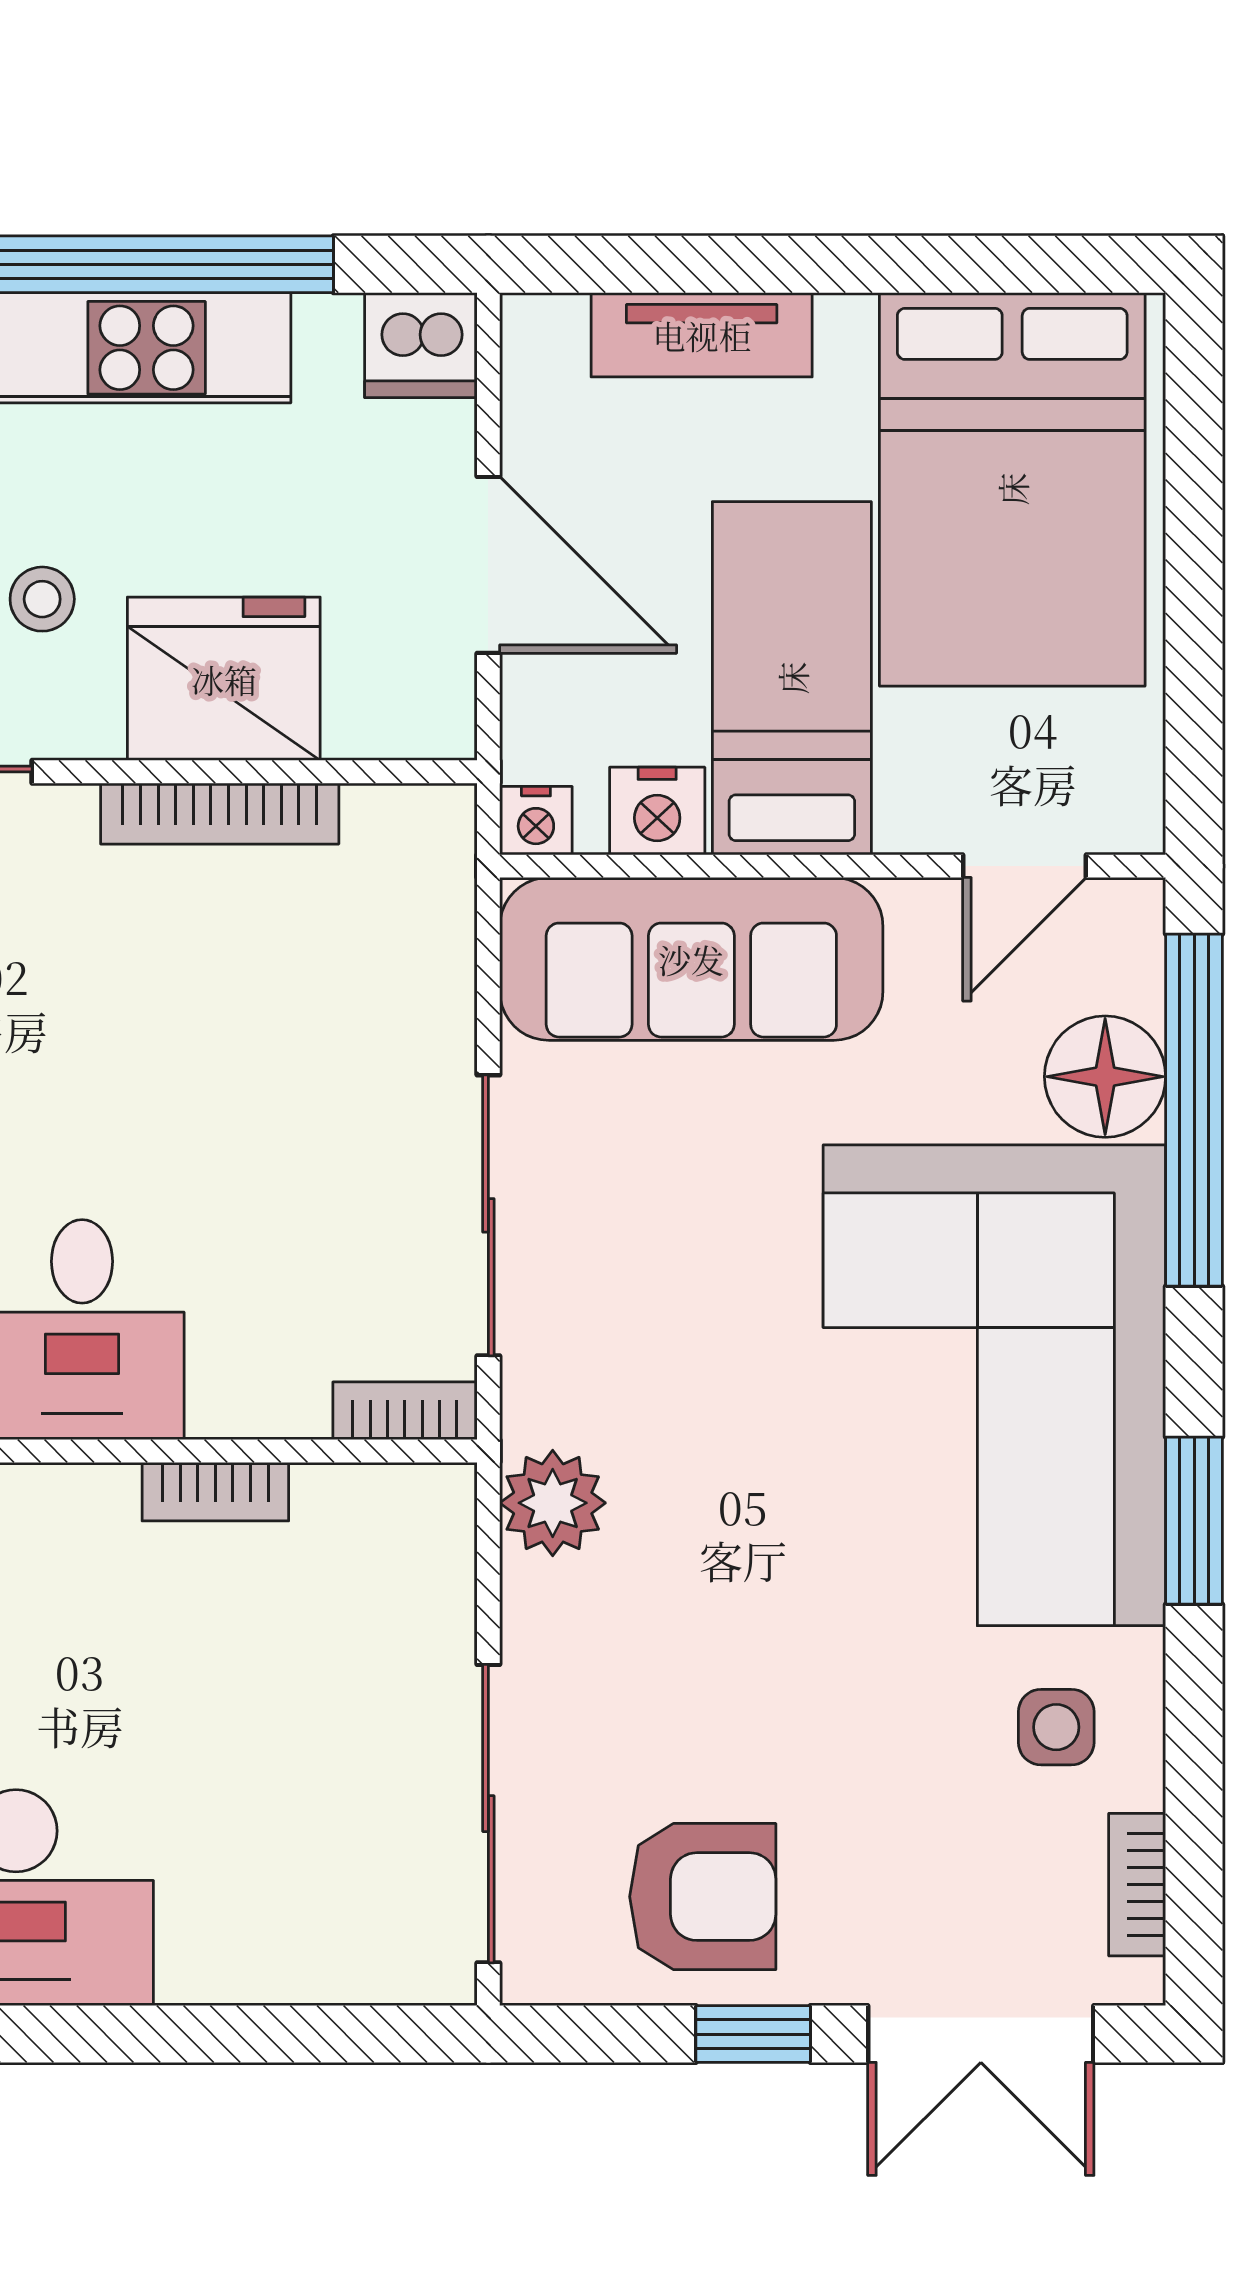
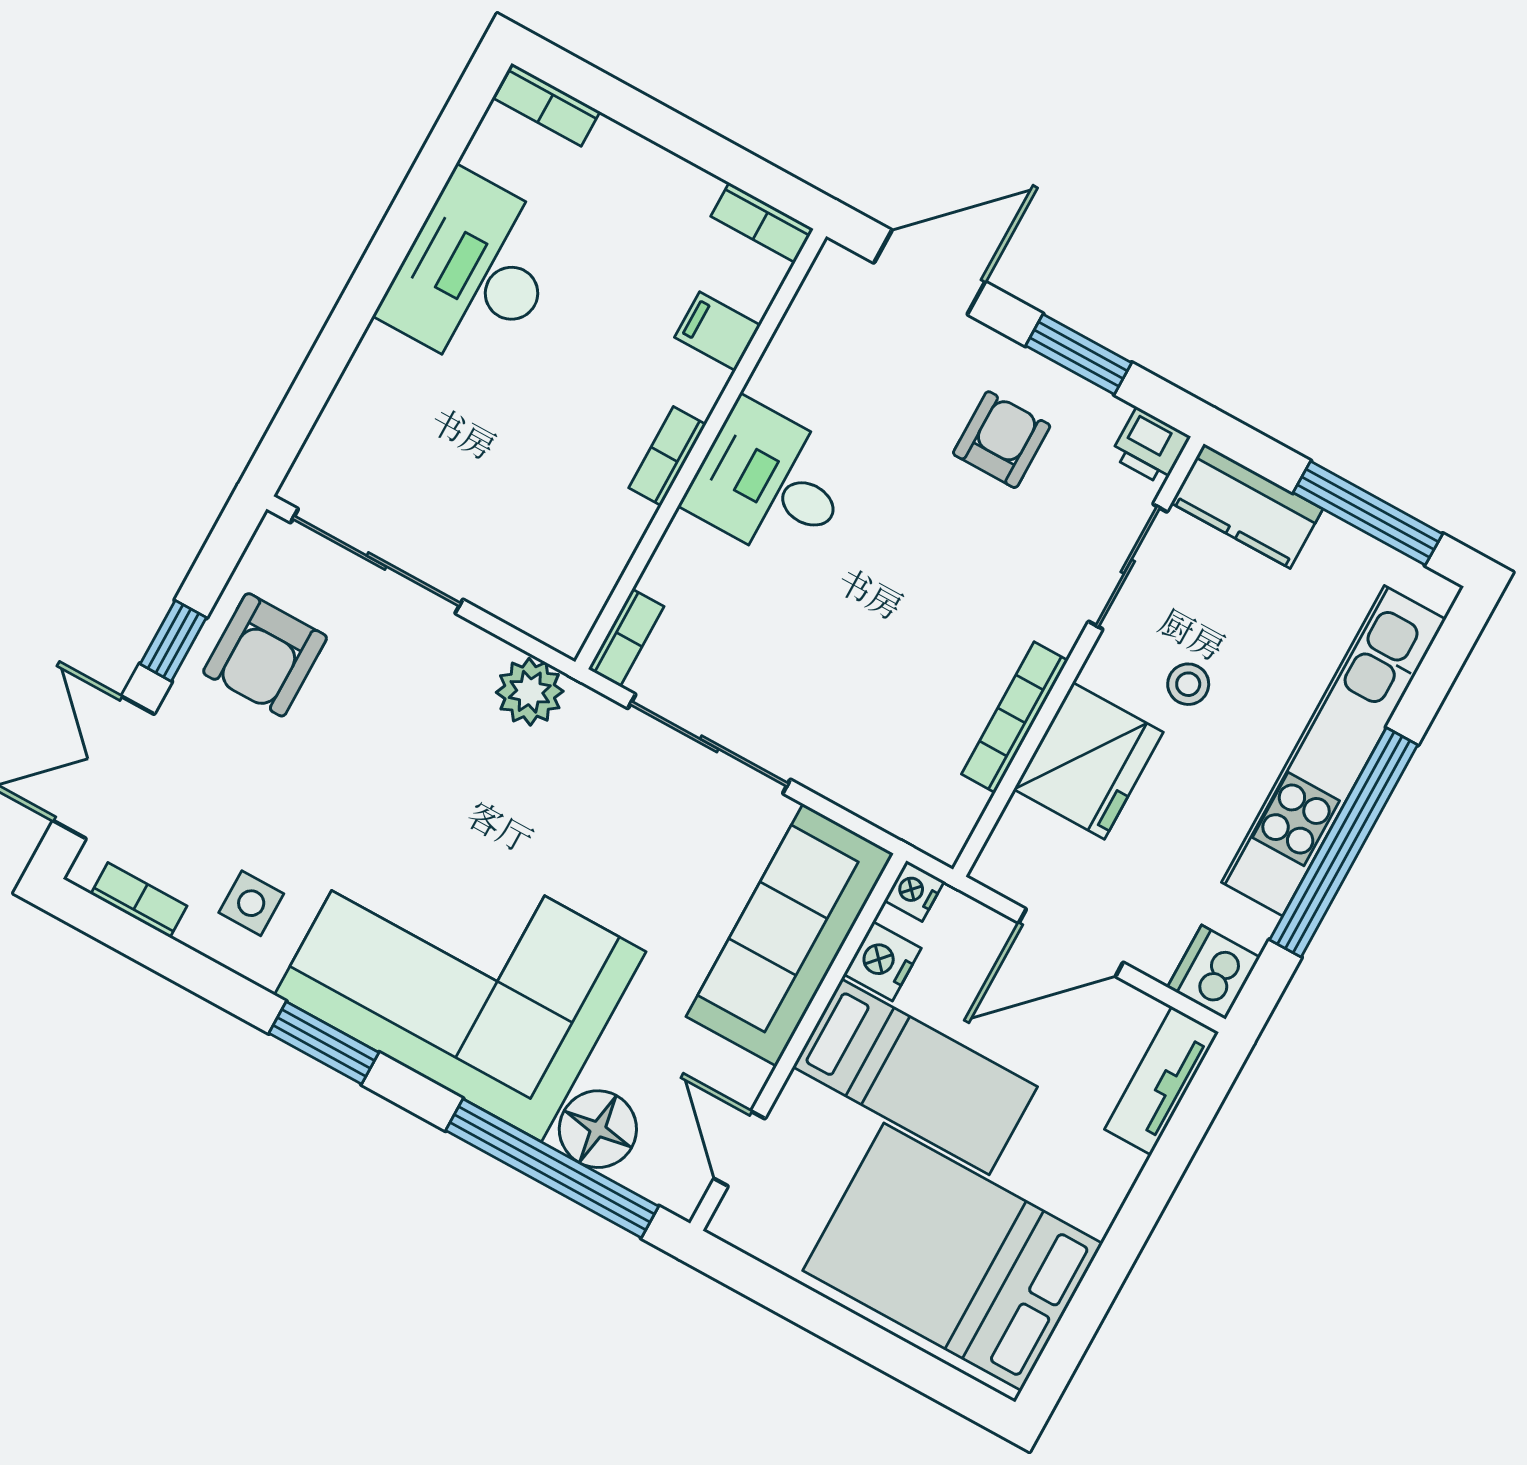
tv unit: (702, 335) -> (1162, 1081), moved
bookcase: (215, 1492) -> (667, 456), moved

